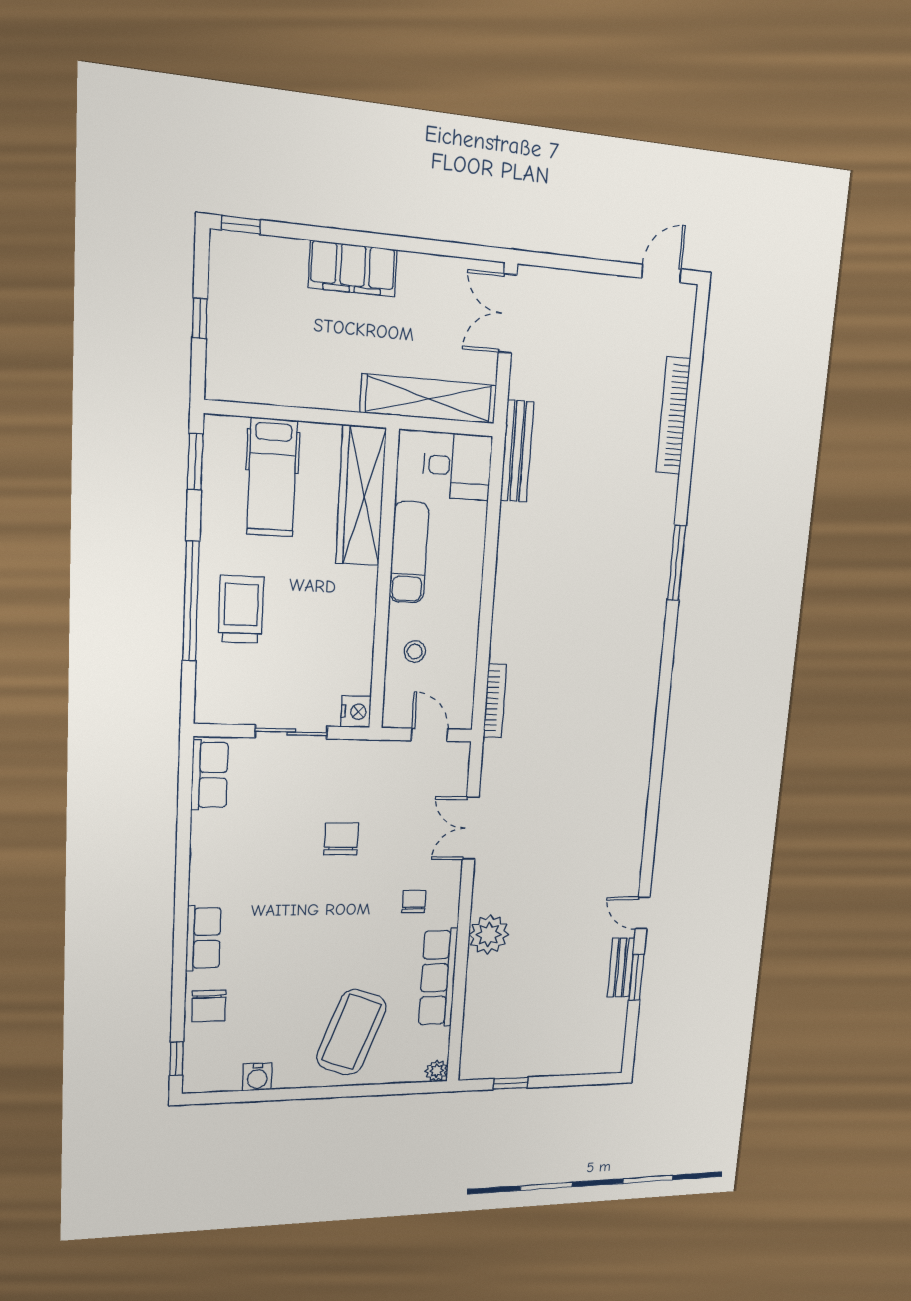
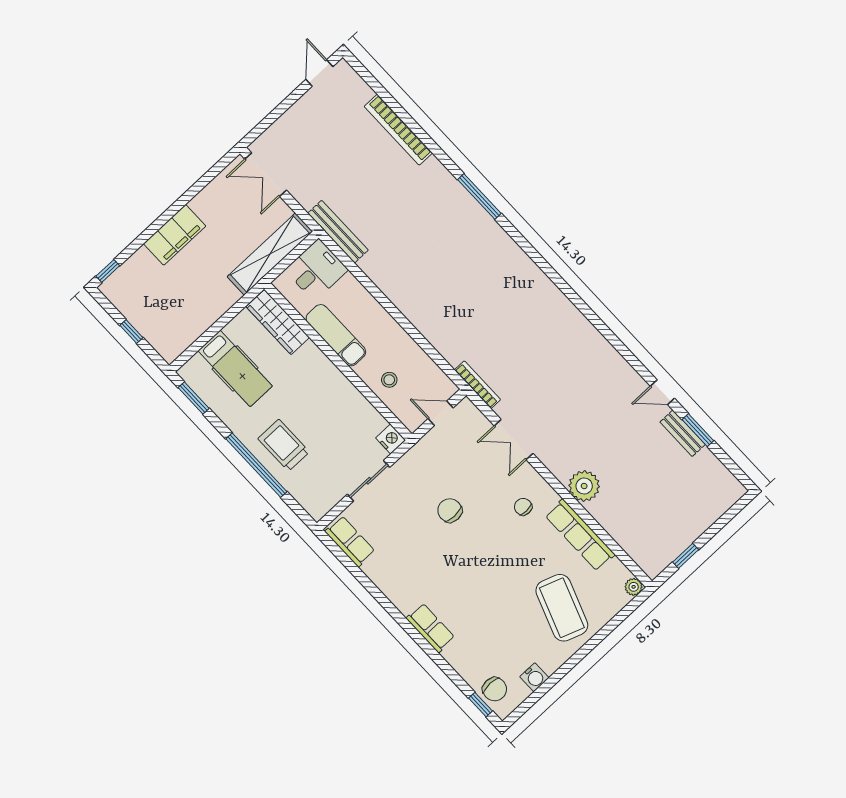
wardrobe: (361, 496) -> (278, 322), width x0.71, depth x0.85
bookcase: (495, 701) -> (477, 385), moved
chair: (209, 1006) -> (495, 689), moved

